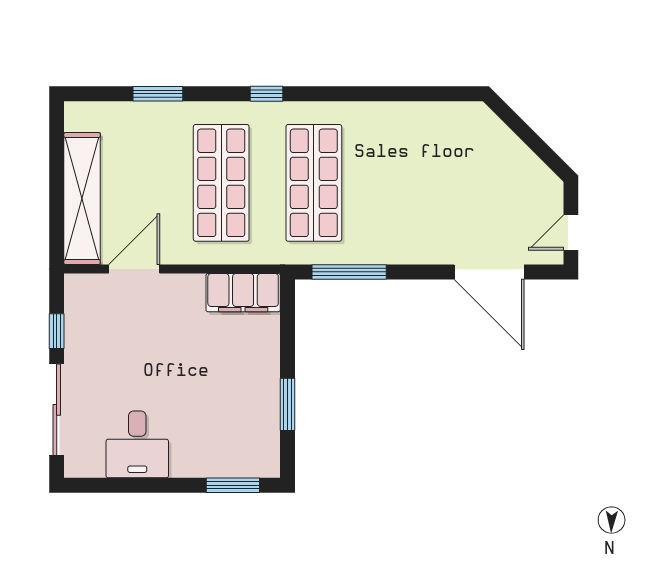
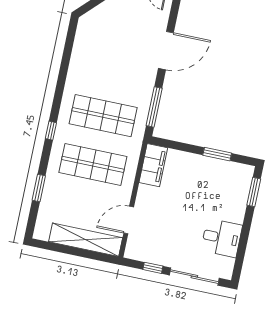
door: (134, 269) -> (129, 220), hinge flipped
door: (489, 272) -> (166, 51), moved

